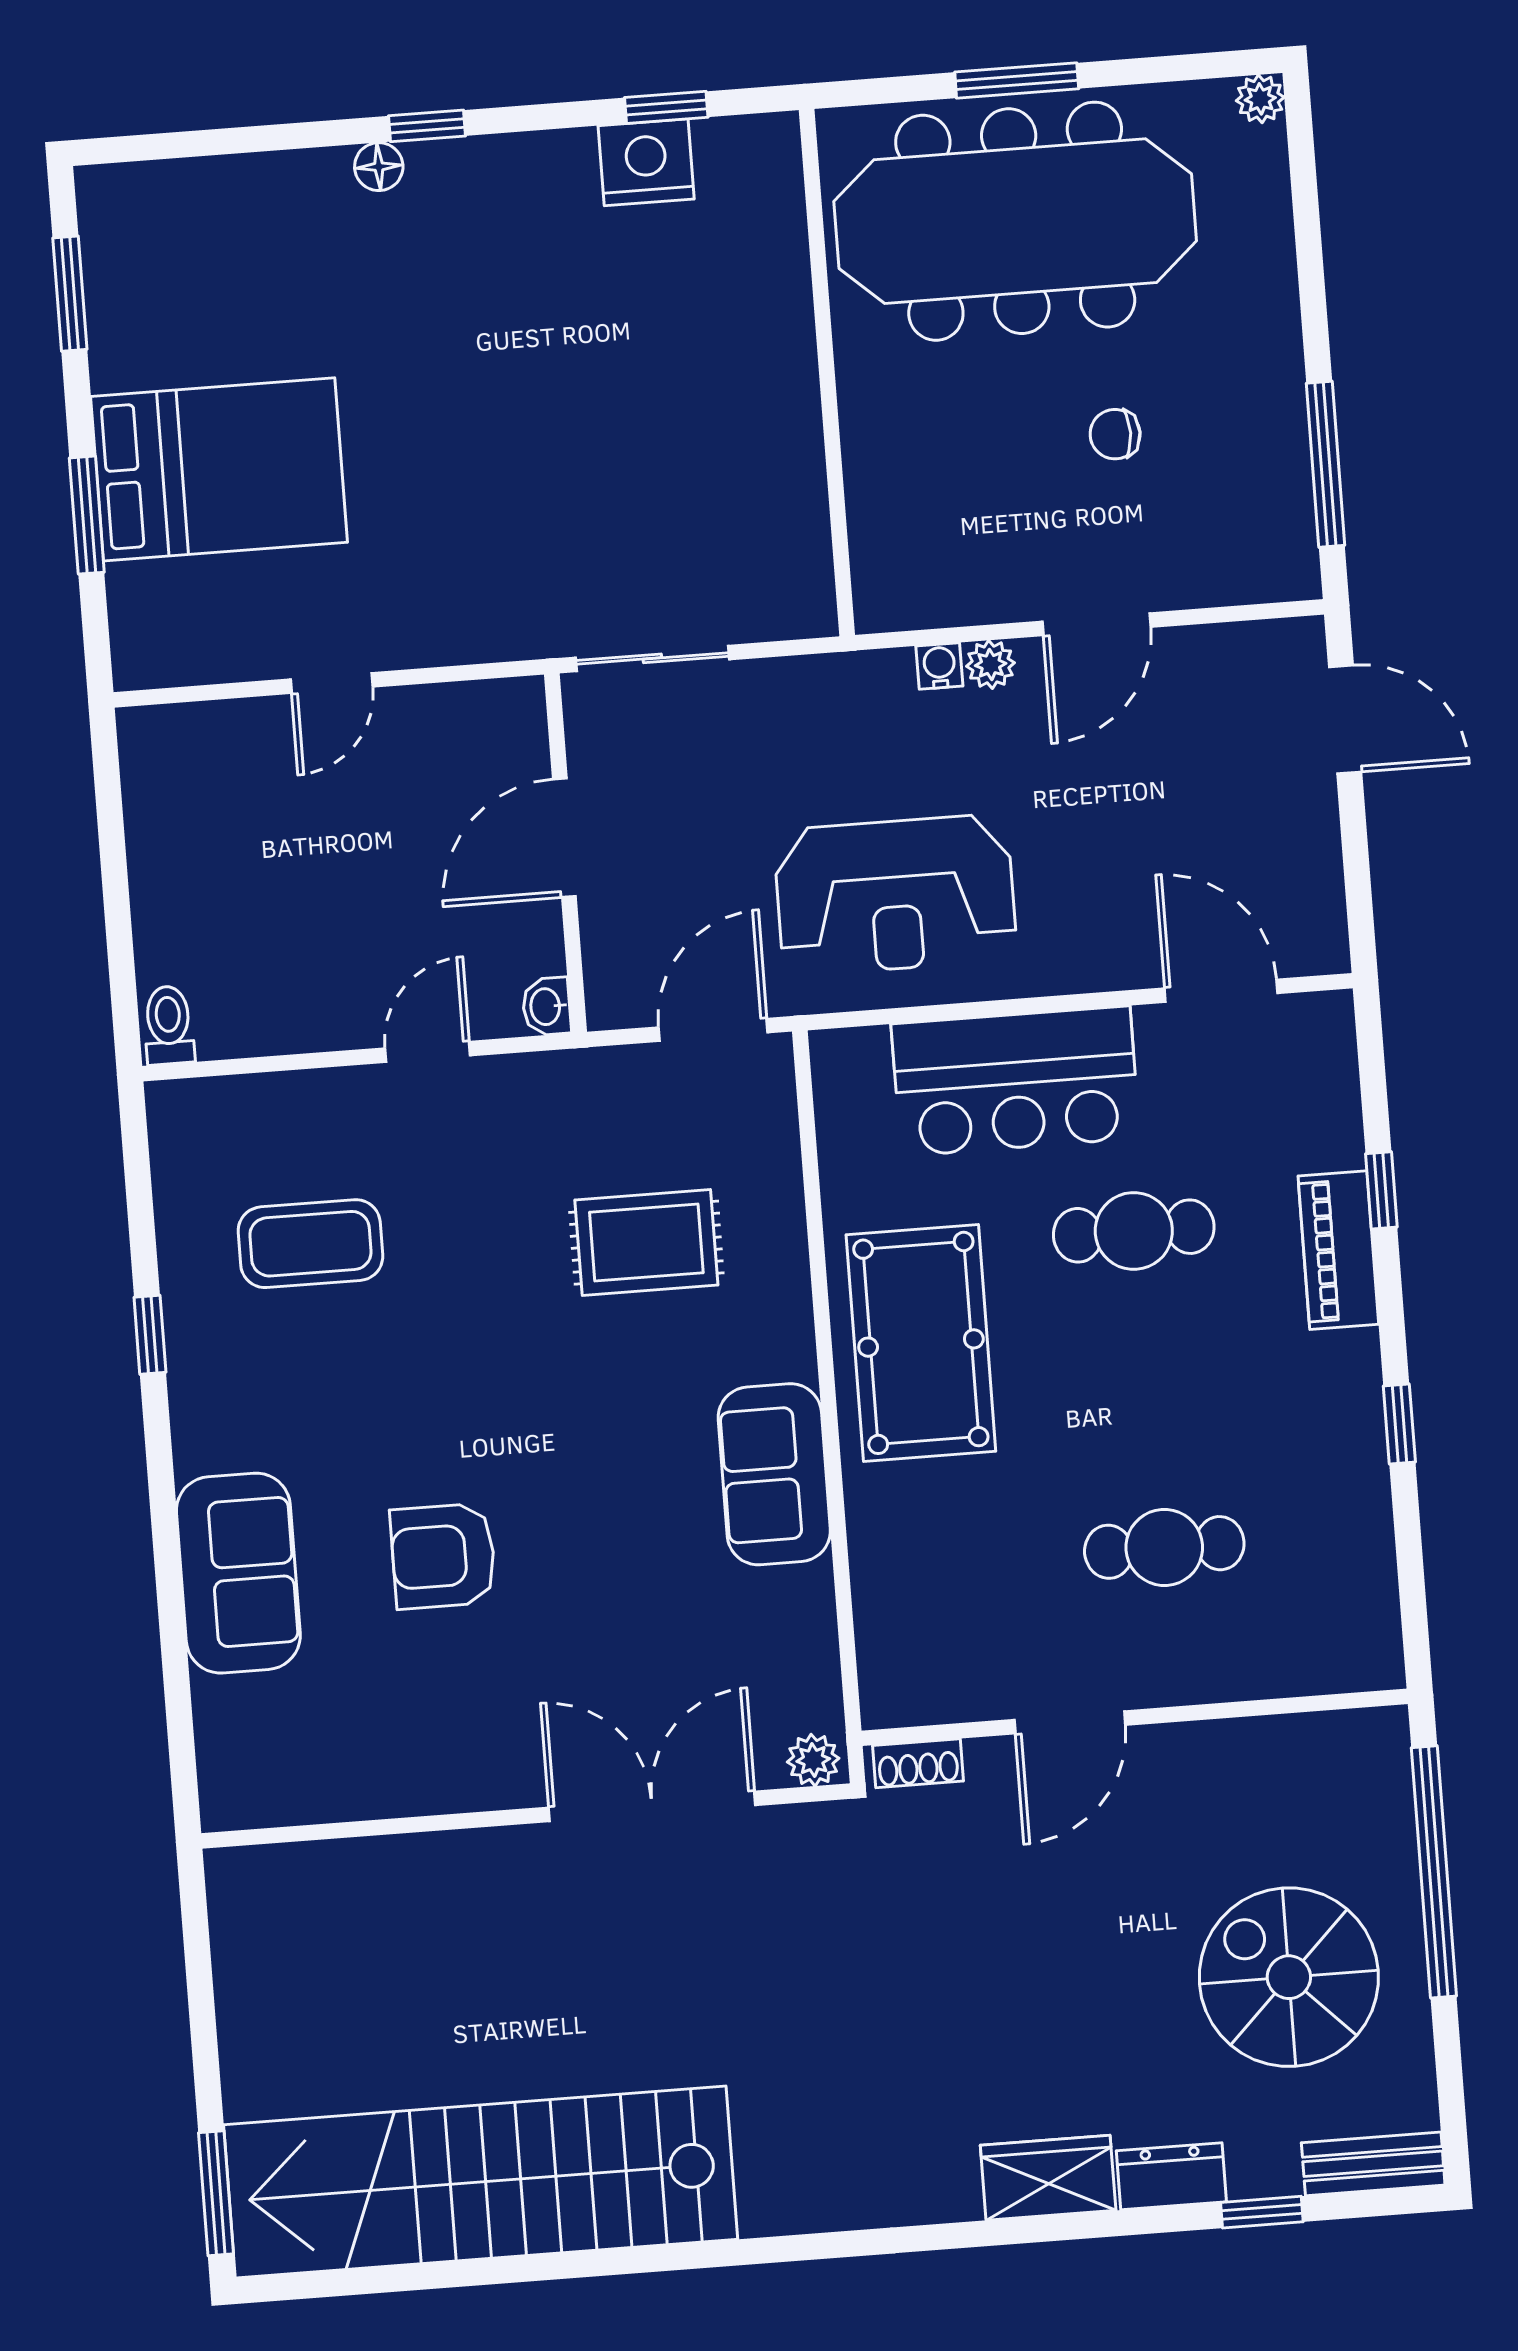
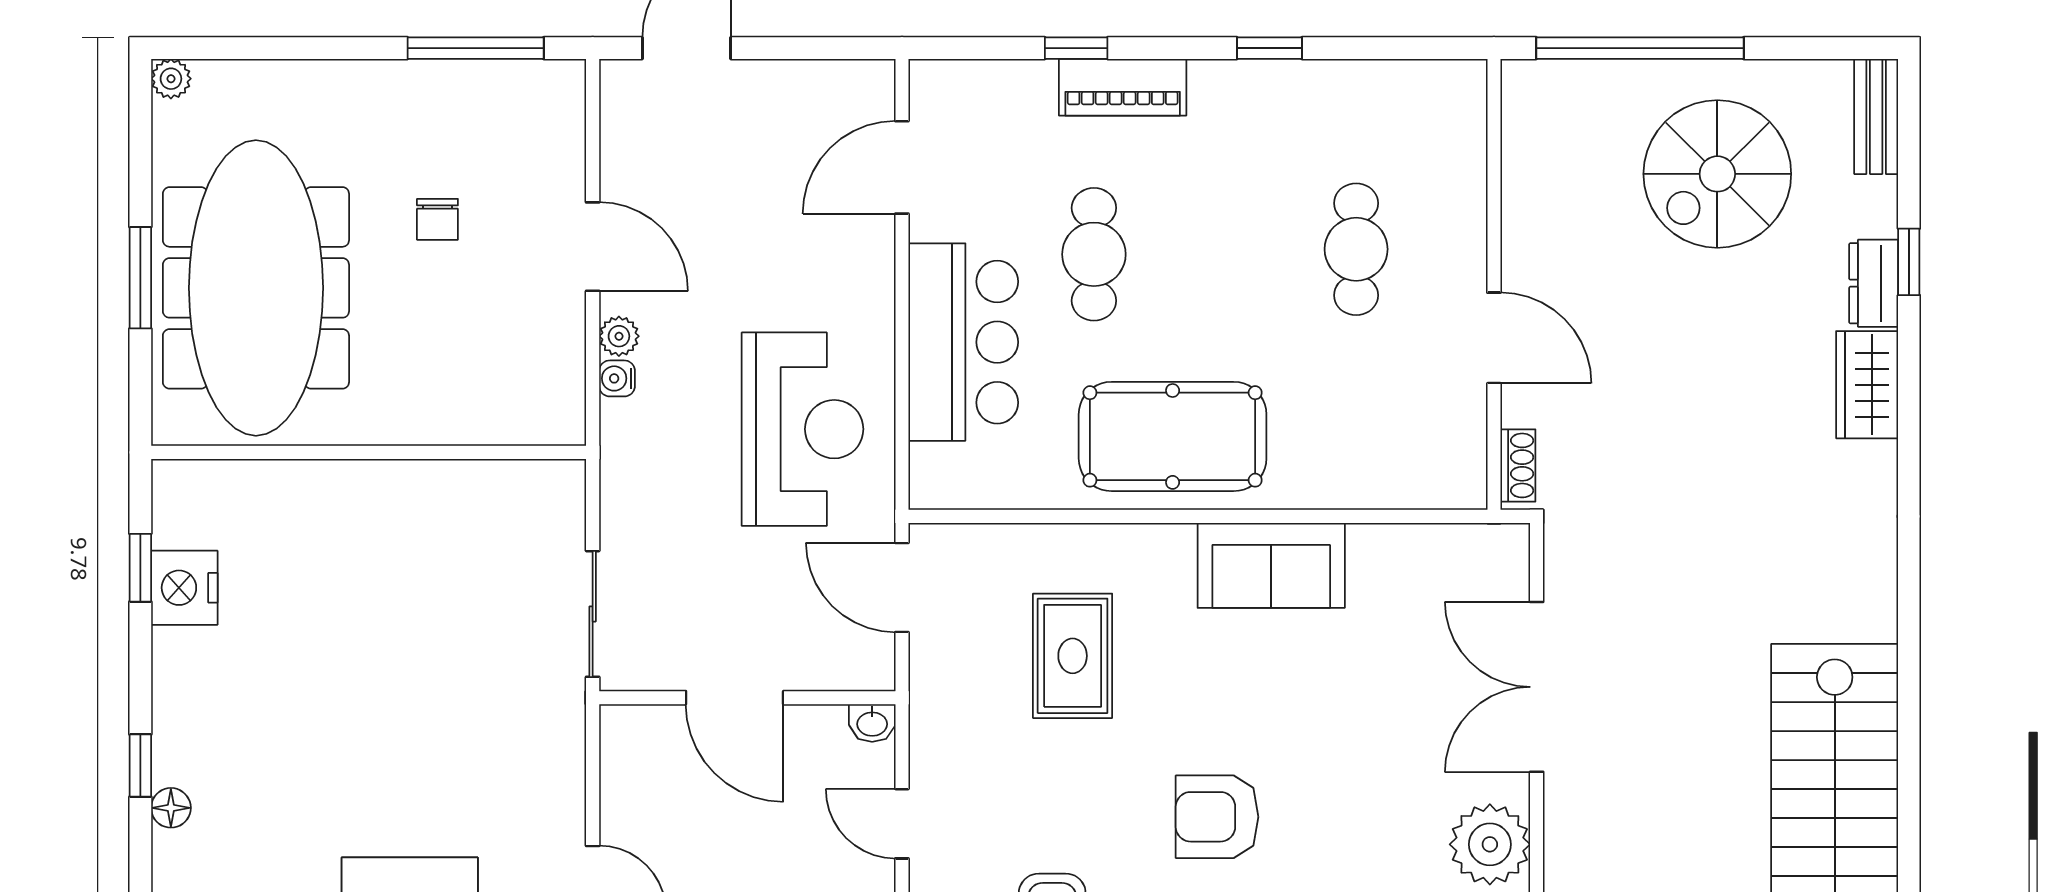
armchair: (443, 1556) -> (1217, 817), moved, turned 90
plant: (813, 1760) -> (1490, 844), moved, width x1.88, depth x1.88
window: (1262, 2212) -> (1909, 262), moved

